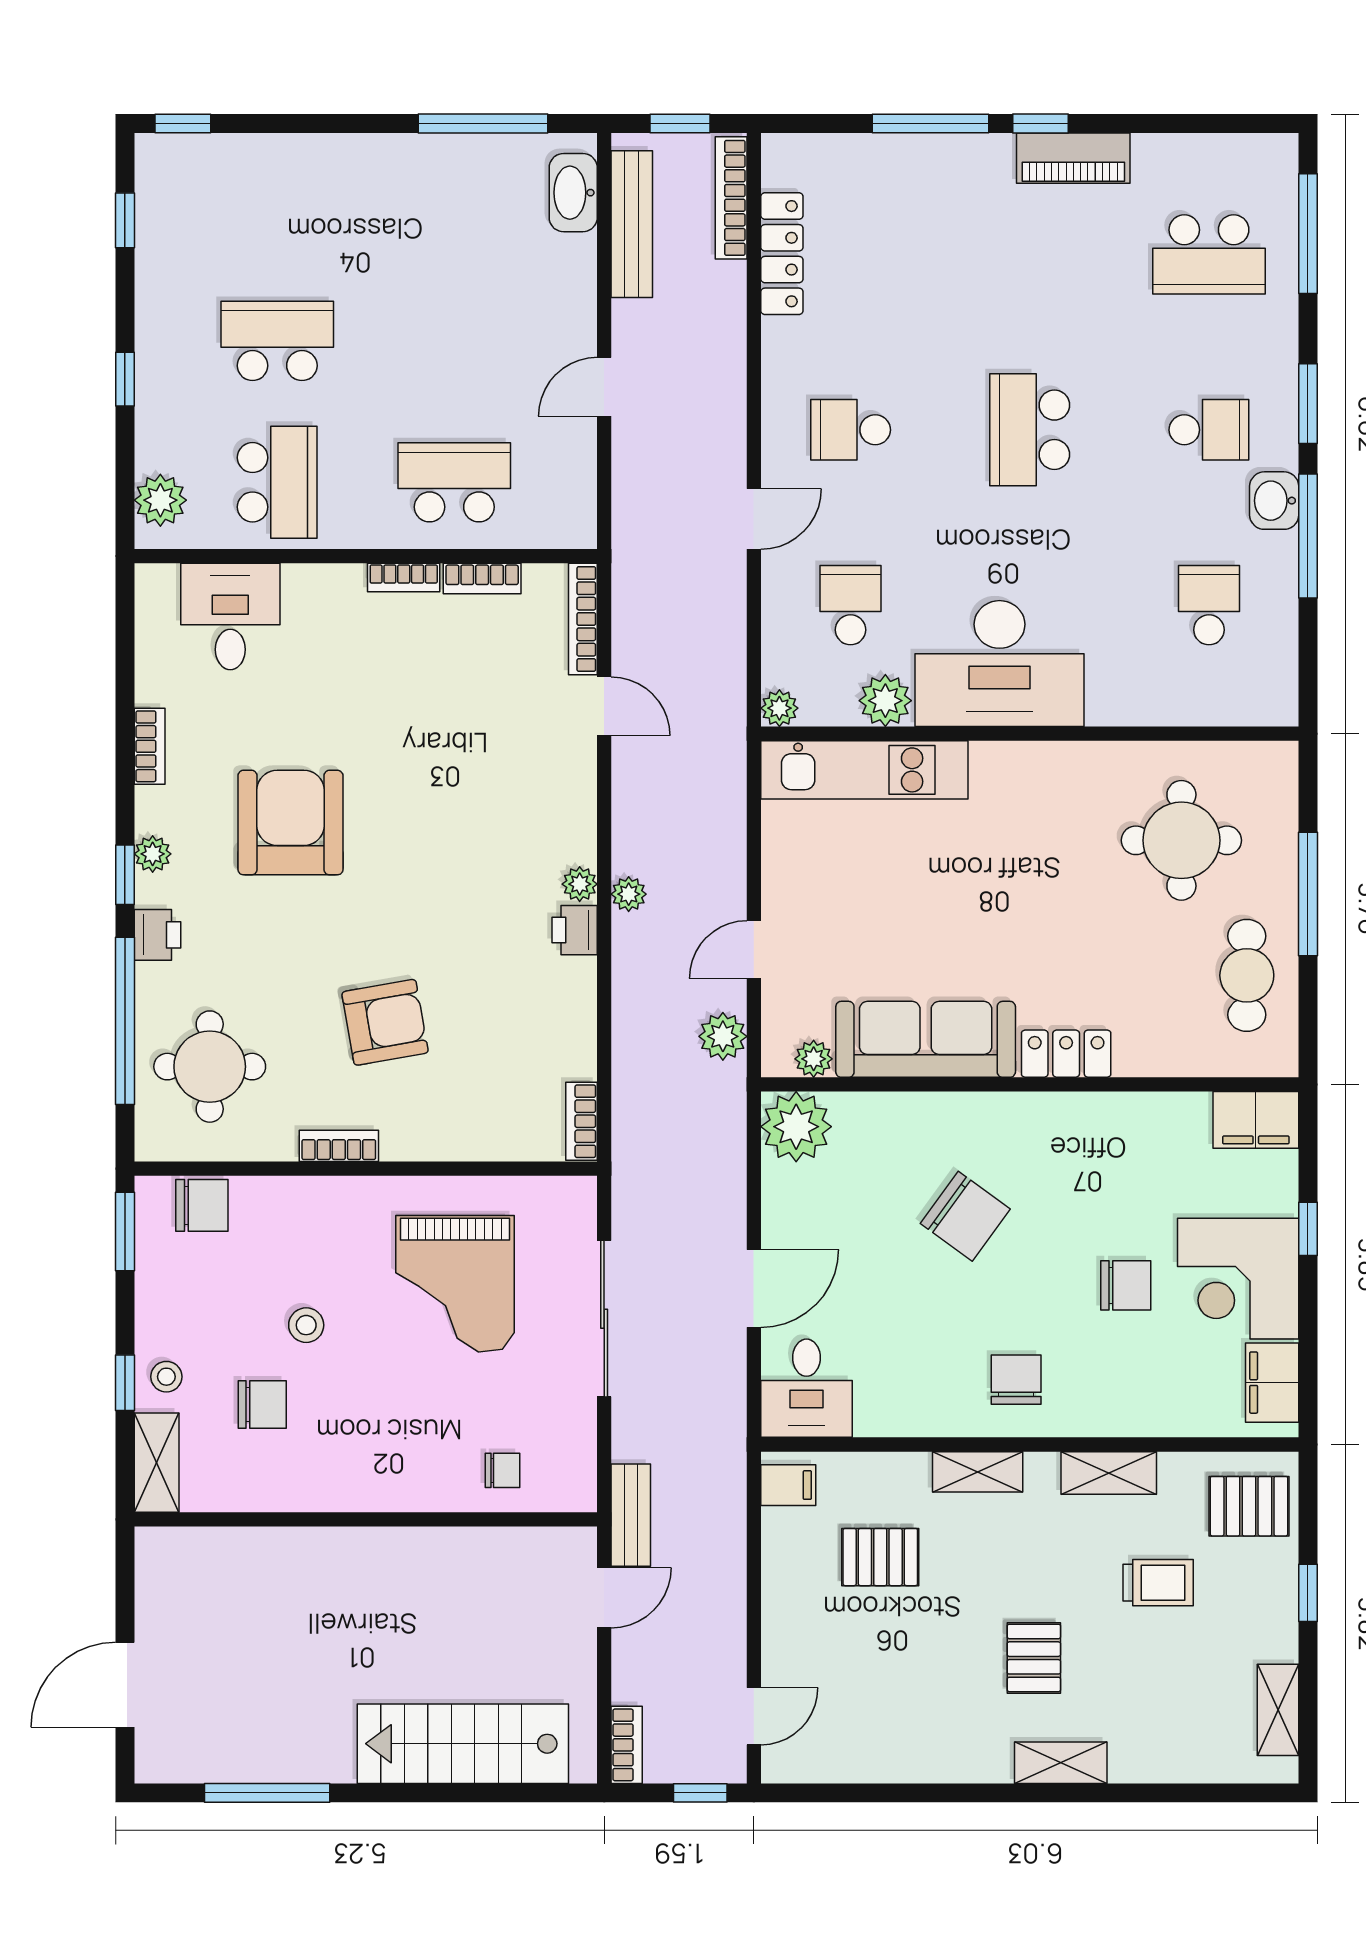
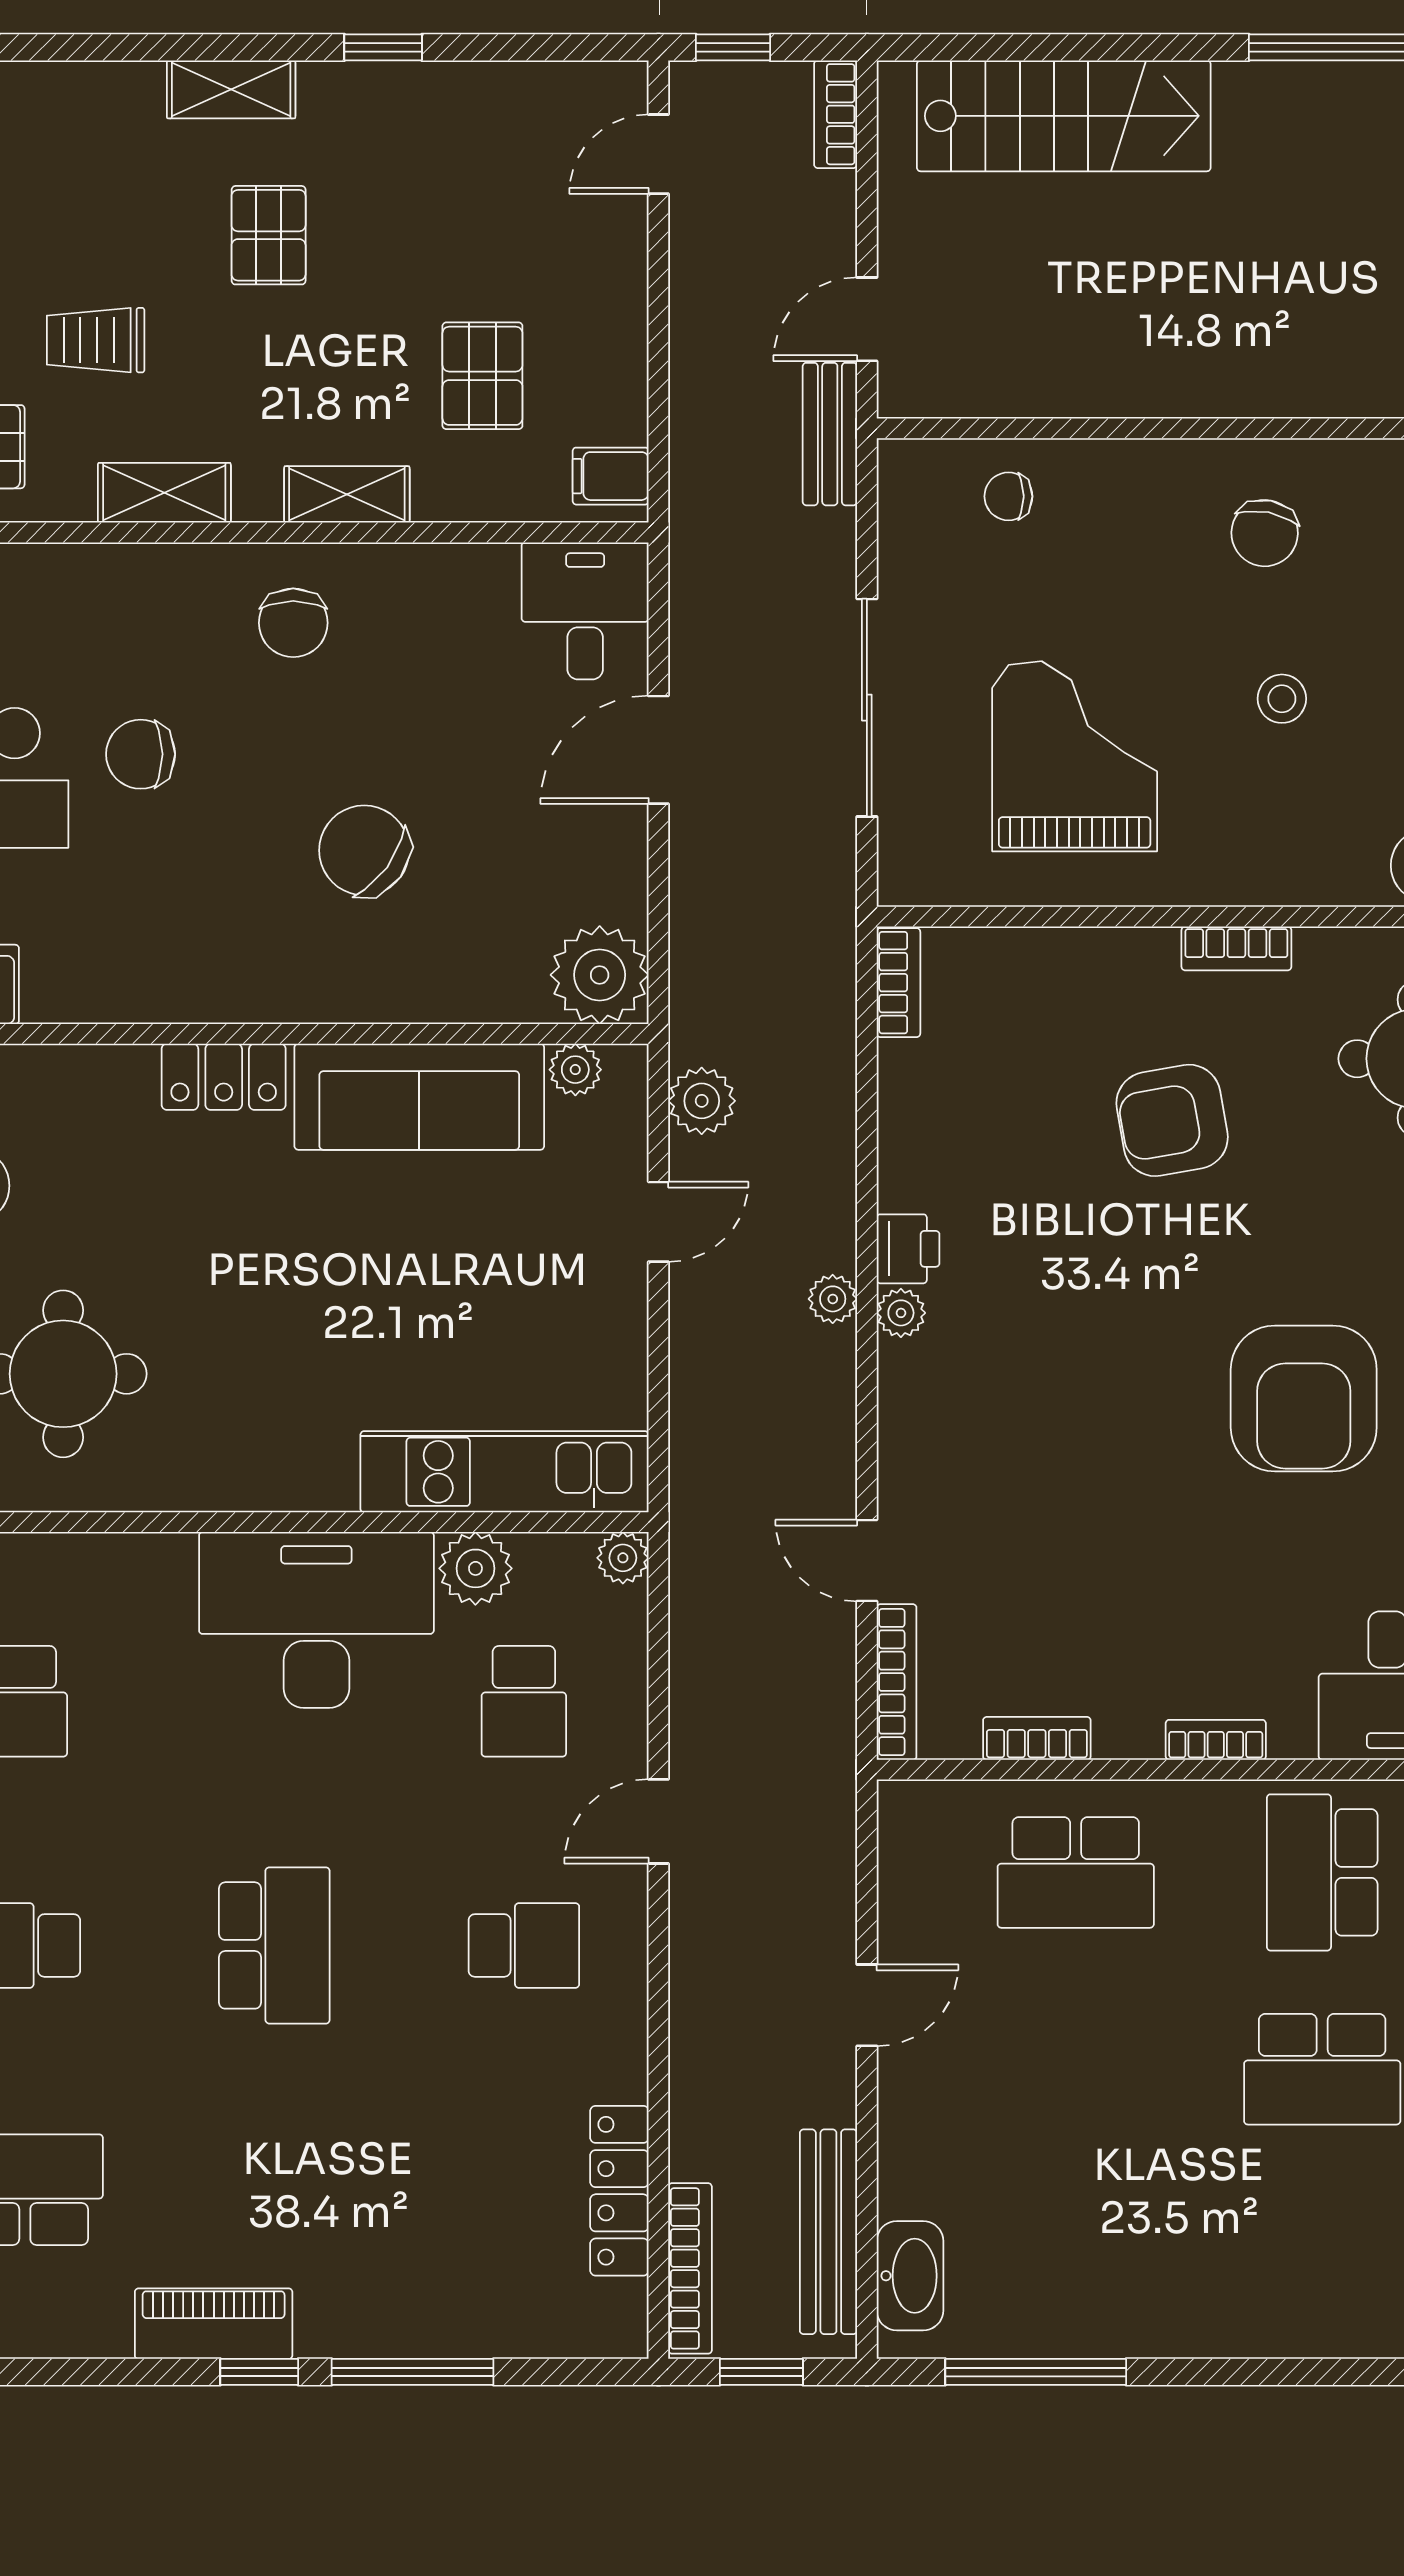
bookcase: (404, 577) -> (1216, 1740), moved
chair: (262, 1405) -> (1265, 533), moved, turned -79
pallet: (880, 1557) -> (482, 376), turned 90
window: (952, 1793) -> (383, 47), added

